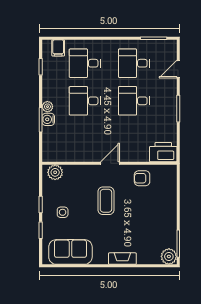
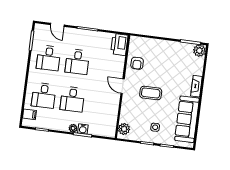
sofa: (70, 252) -> (187, 119), width x1.36

